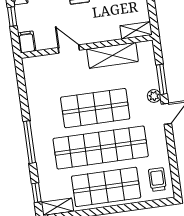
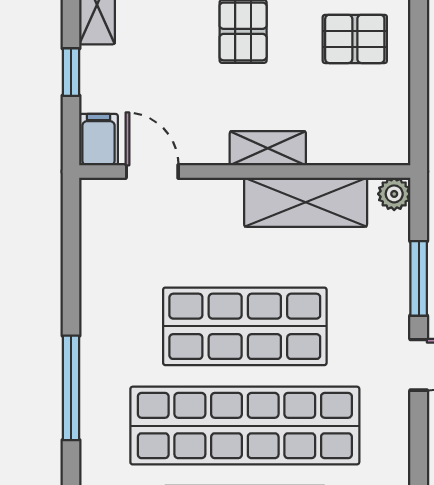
shelving: (136, 30) -> (268, 148), moved
door: (69, 49) -> (152, 171), moved
plant: (154, 96) -> (394, 194), moved

